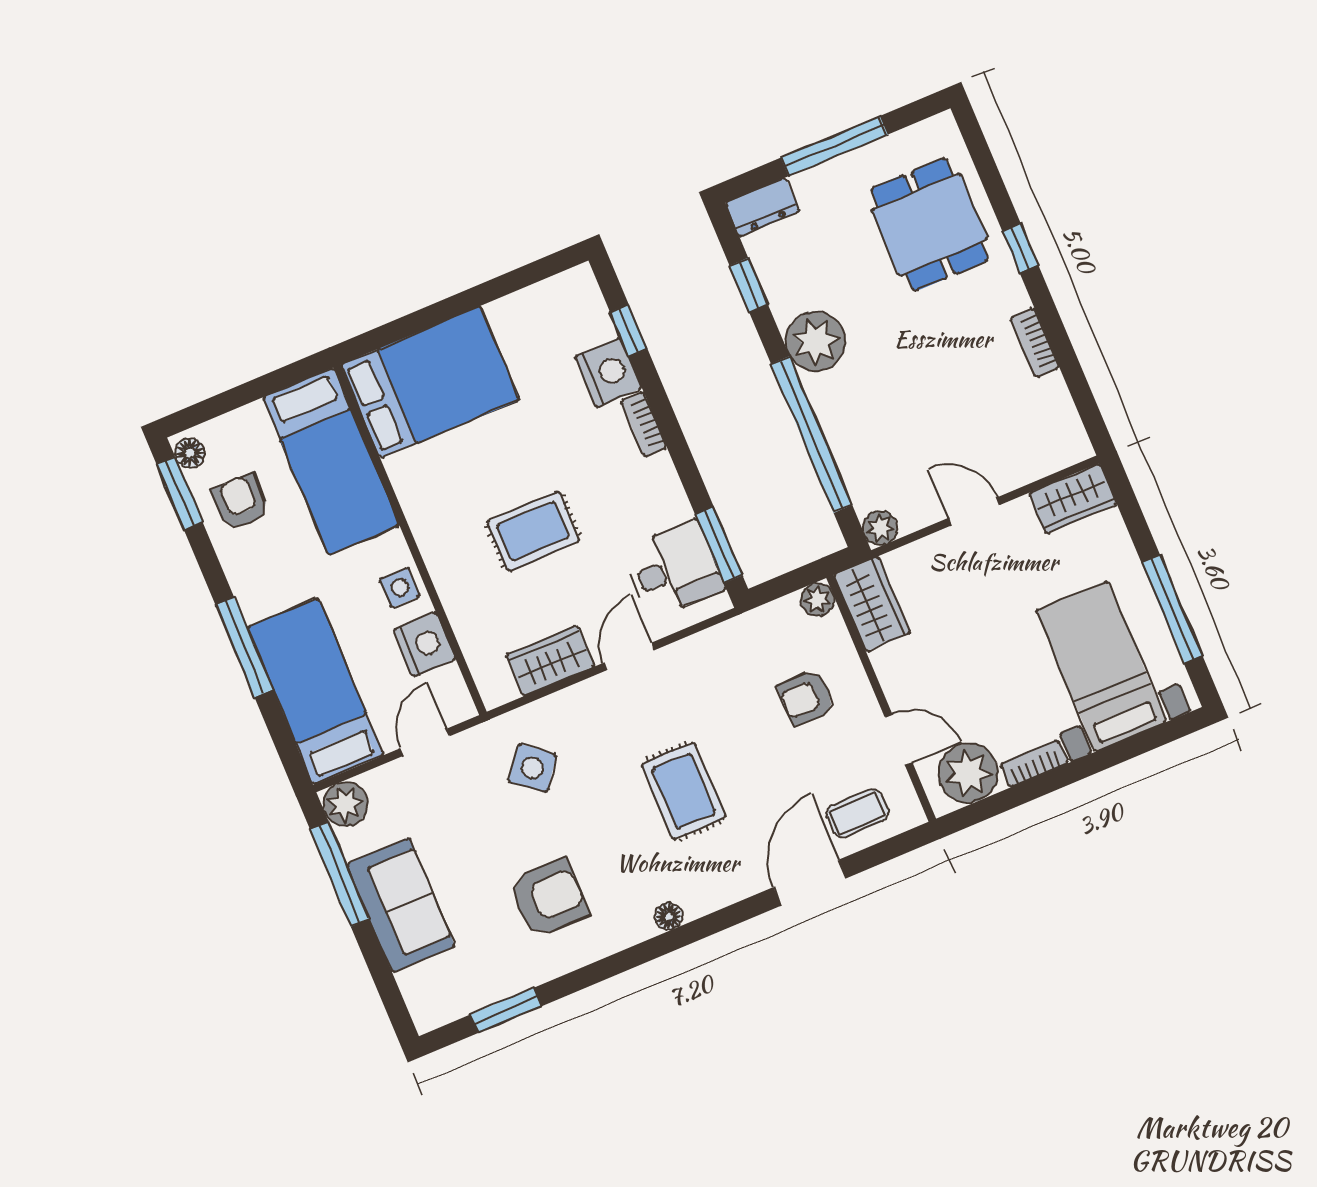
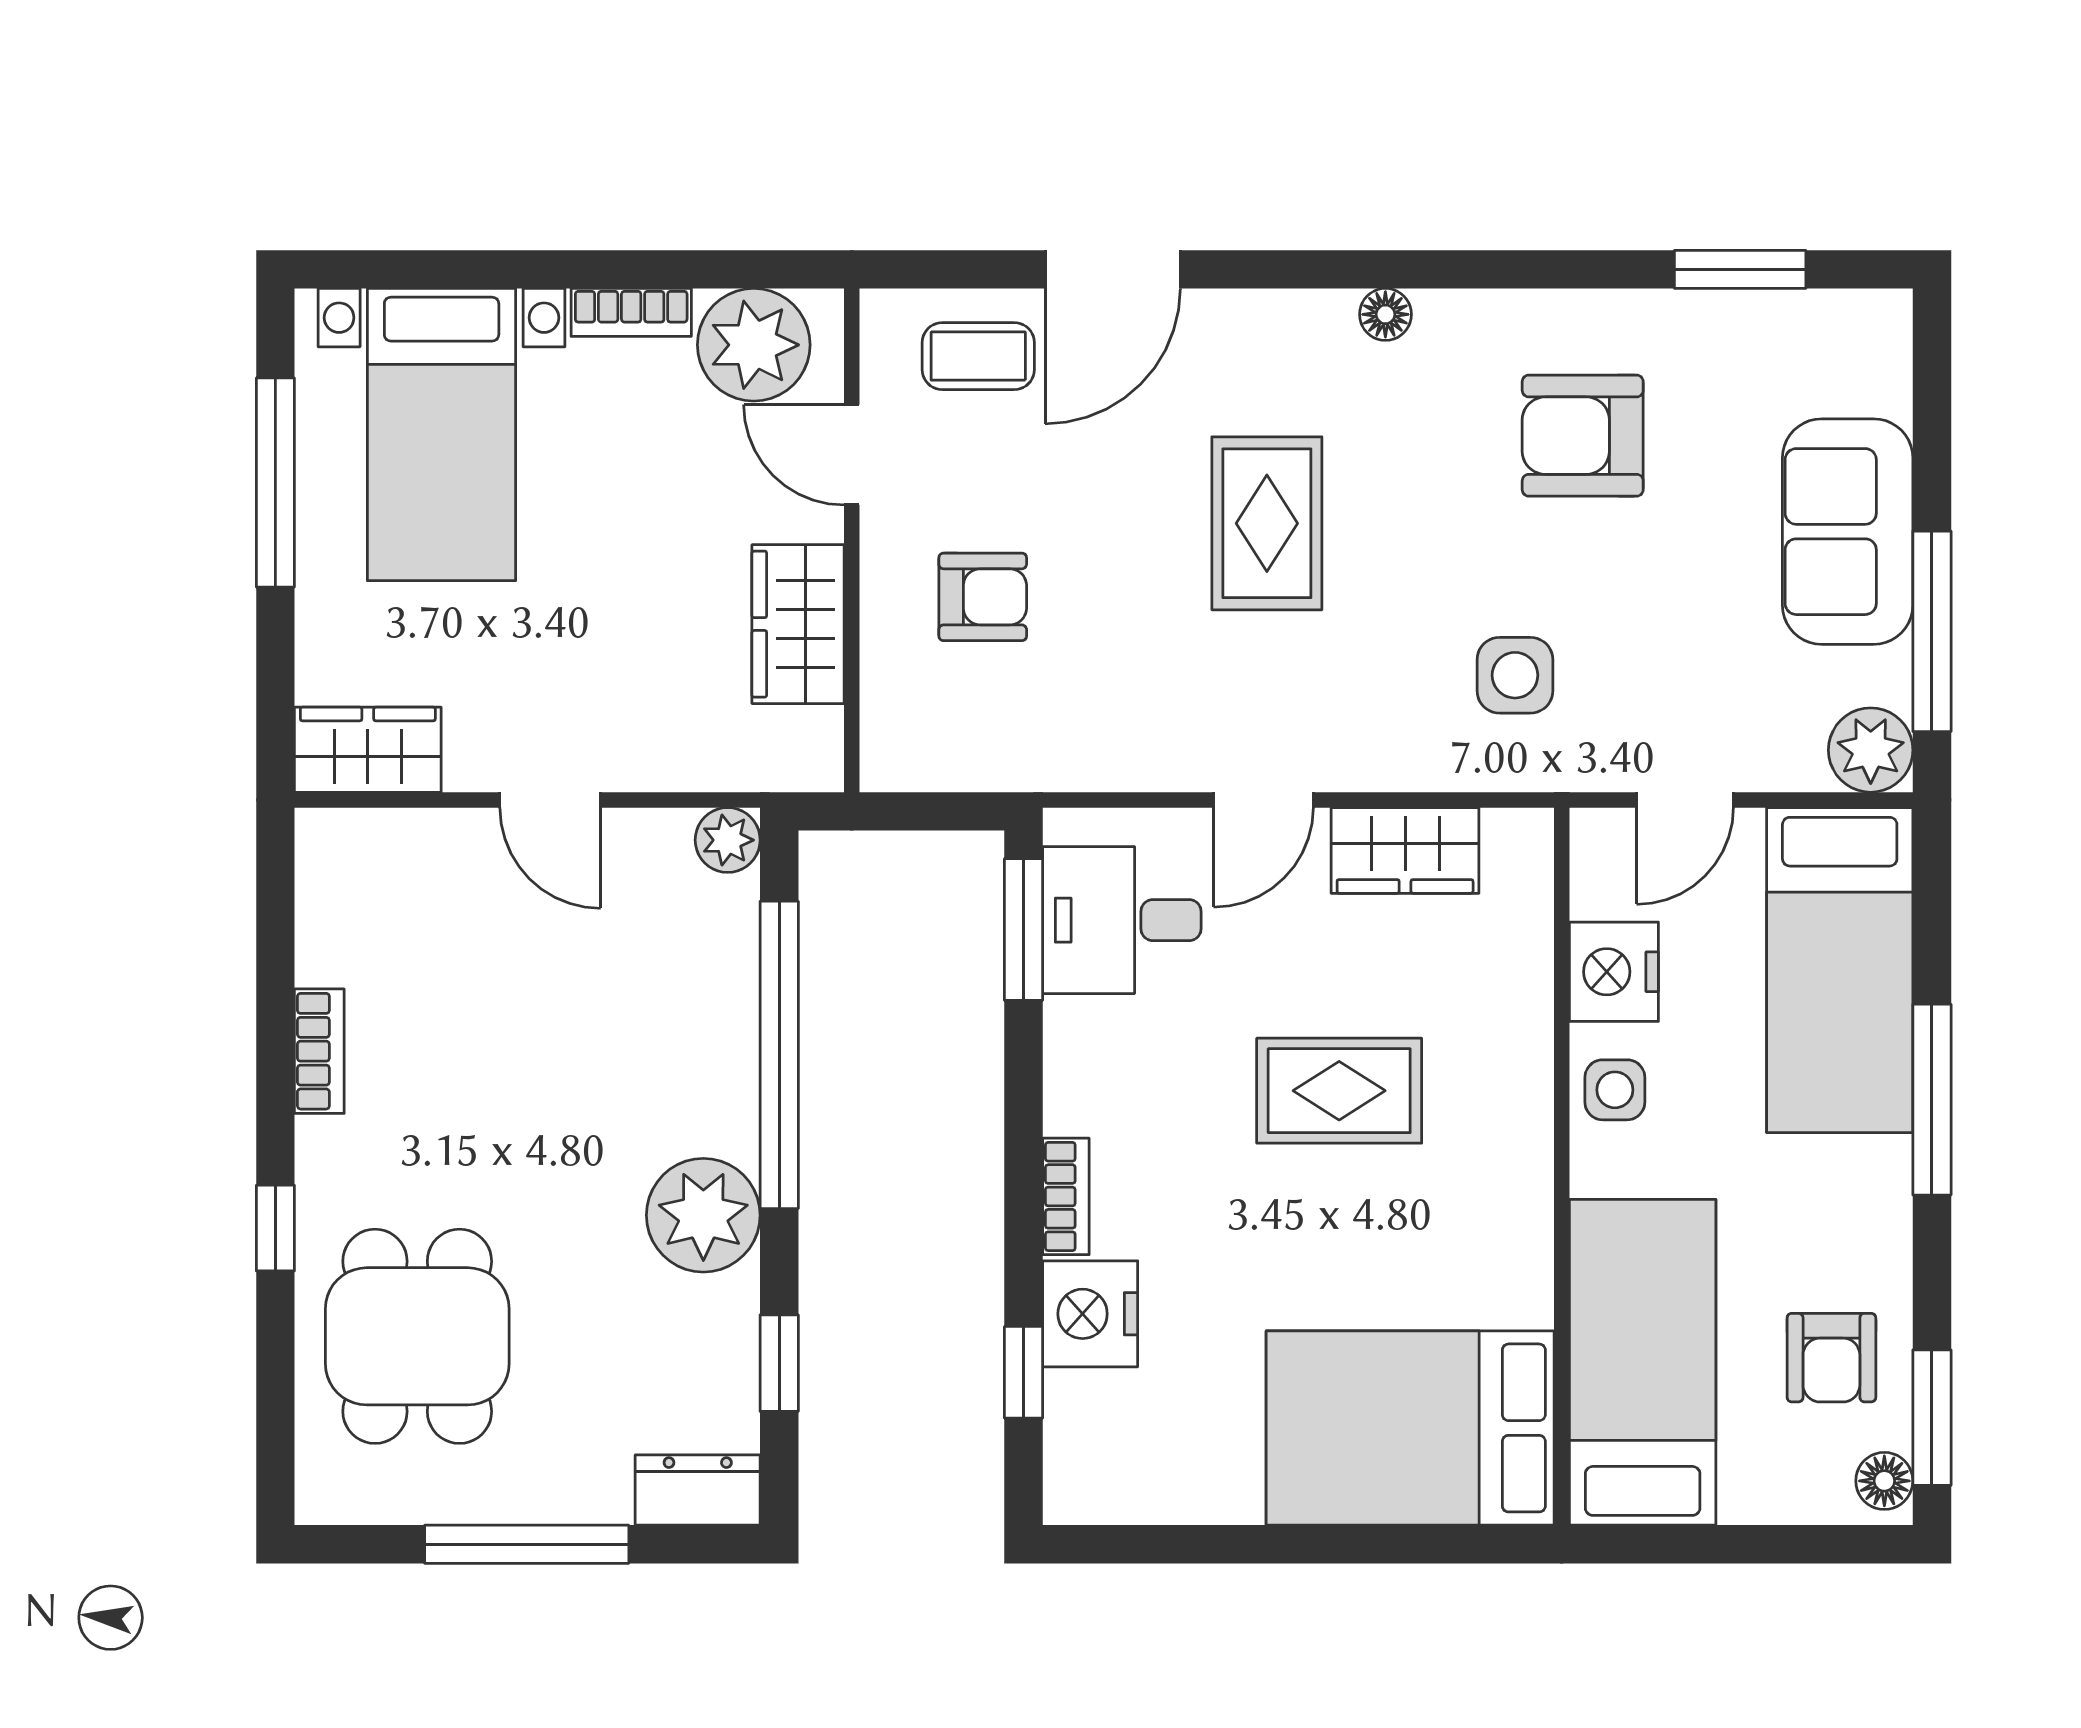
plant: (817, 600) -> (891, 761), removed
wardrobe: (872, 604) -> (798, 624), moved
side table: (533, 768) -> (1515, 675), turned -38

